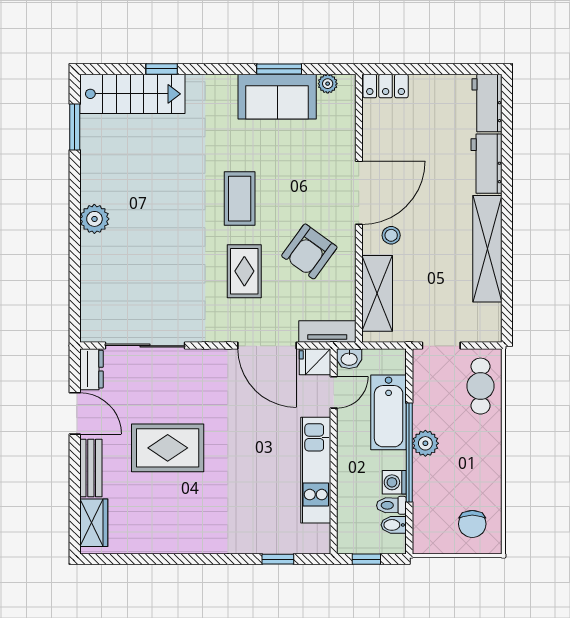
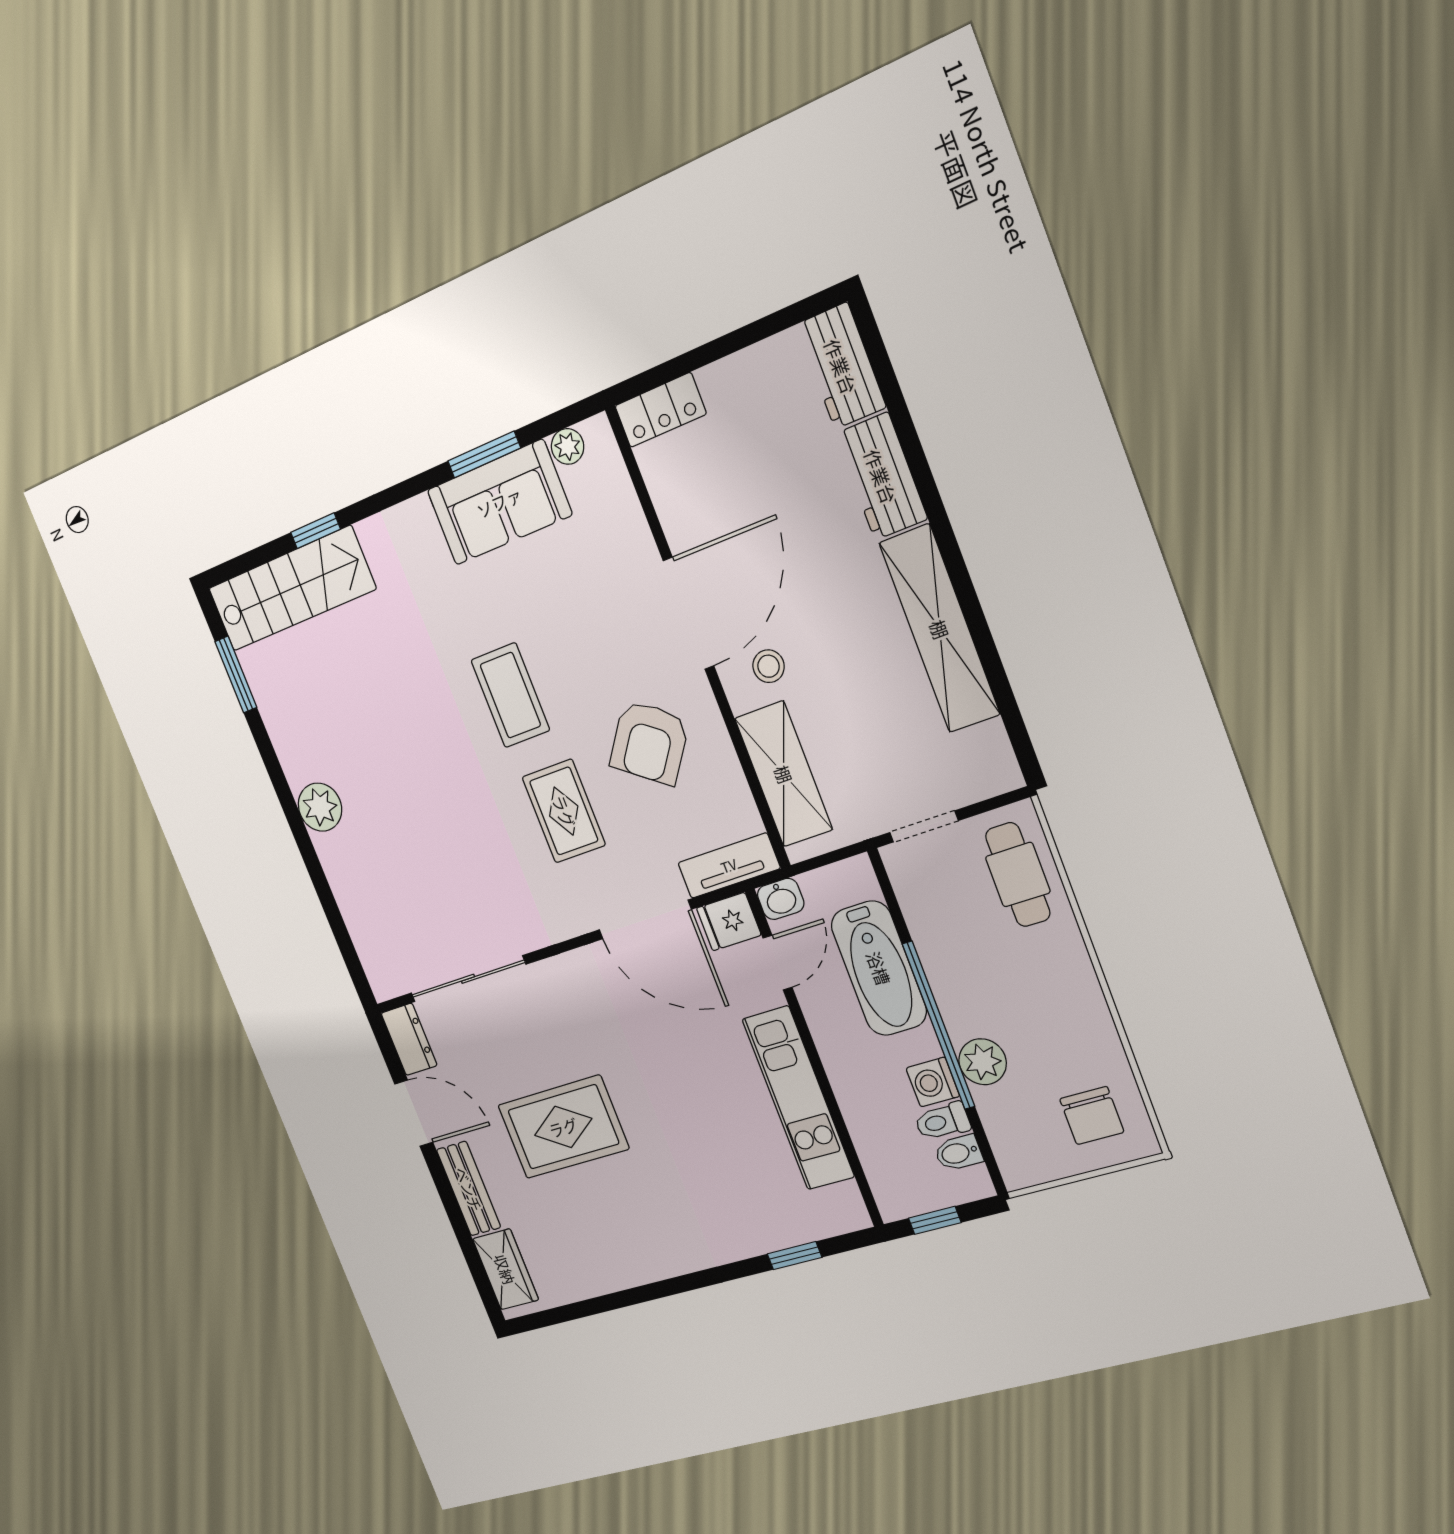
plant: (425, 443) -> (983, 1062), moved

